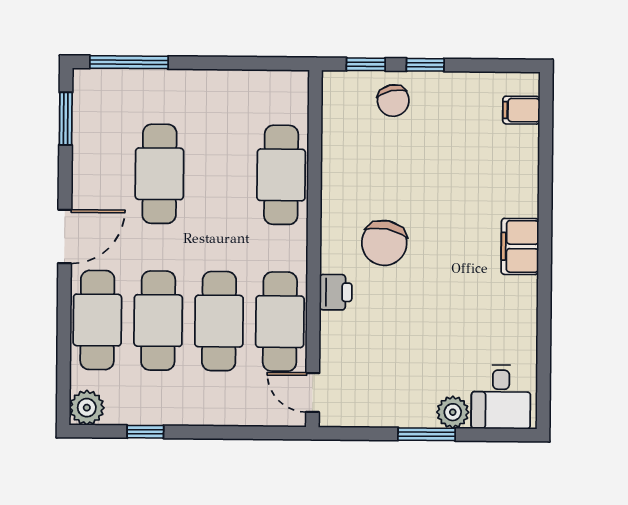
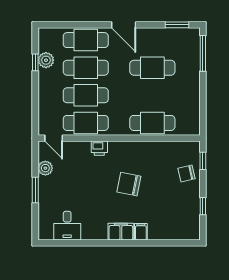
window: (425, 65) -> (203, 206), moved
filing cabinet: (521, 110) -> (141, 232), moved
chair: (384, 243) -> (129, 184), moved
door: (313, 392) -> (54, 138), swing flipped
desk: (501, 397) -> (67, 226), moved, turned -90
plant: (87, 408) -> (46, 60), moved
plant: (453, 412) -> (45, 168), moved

